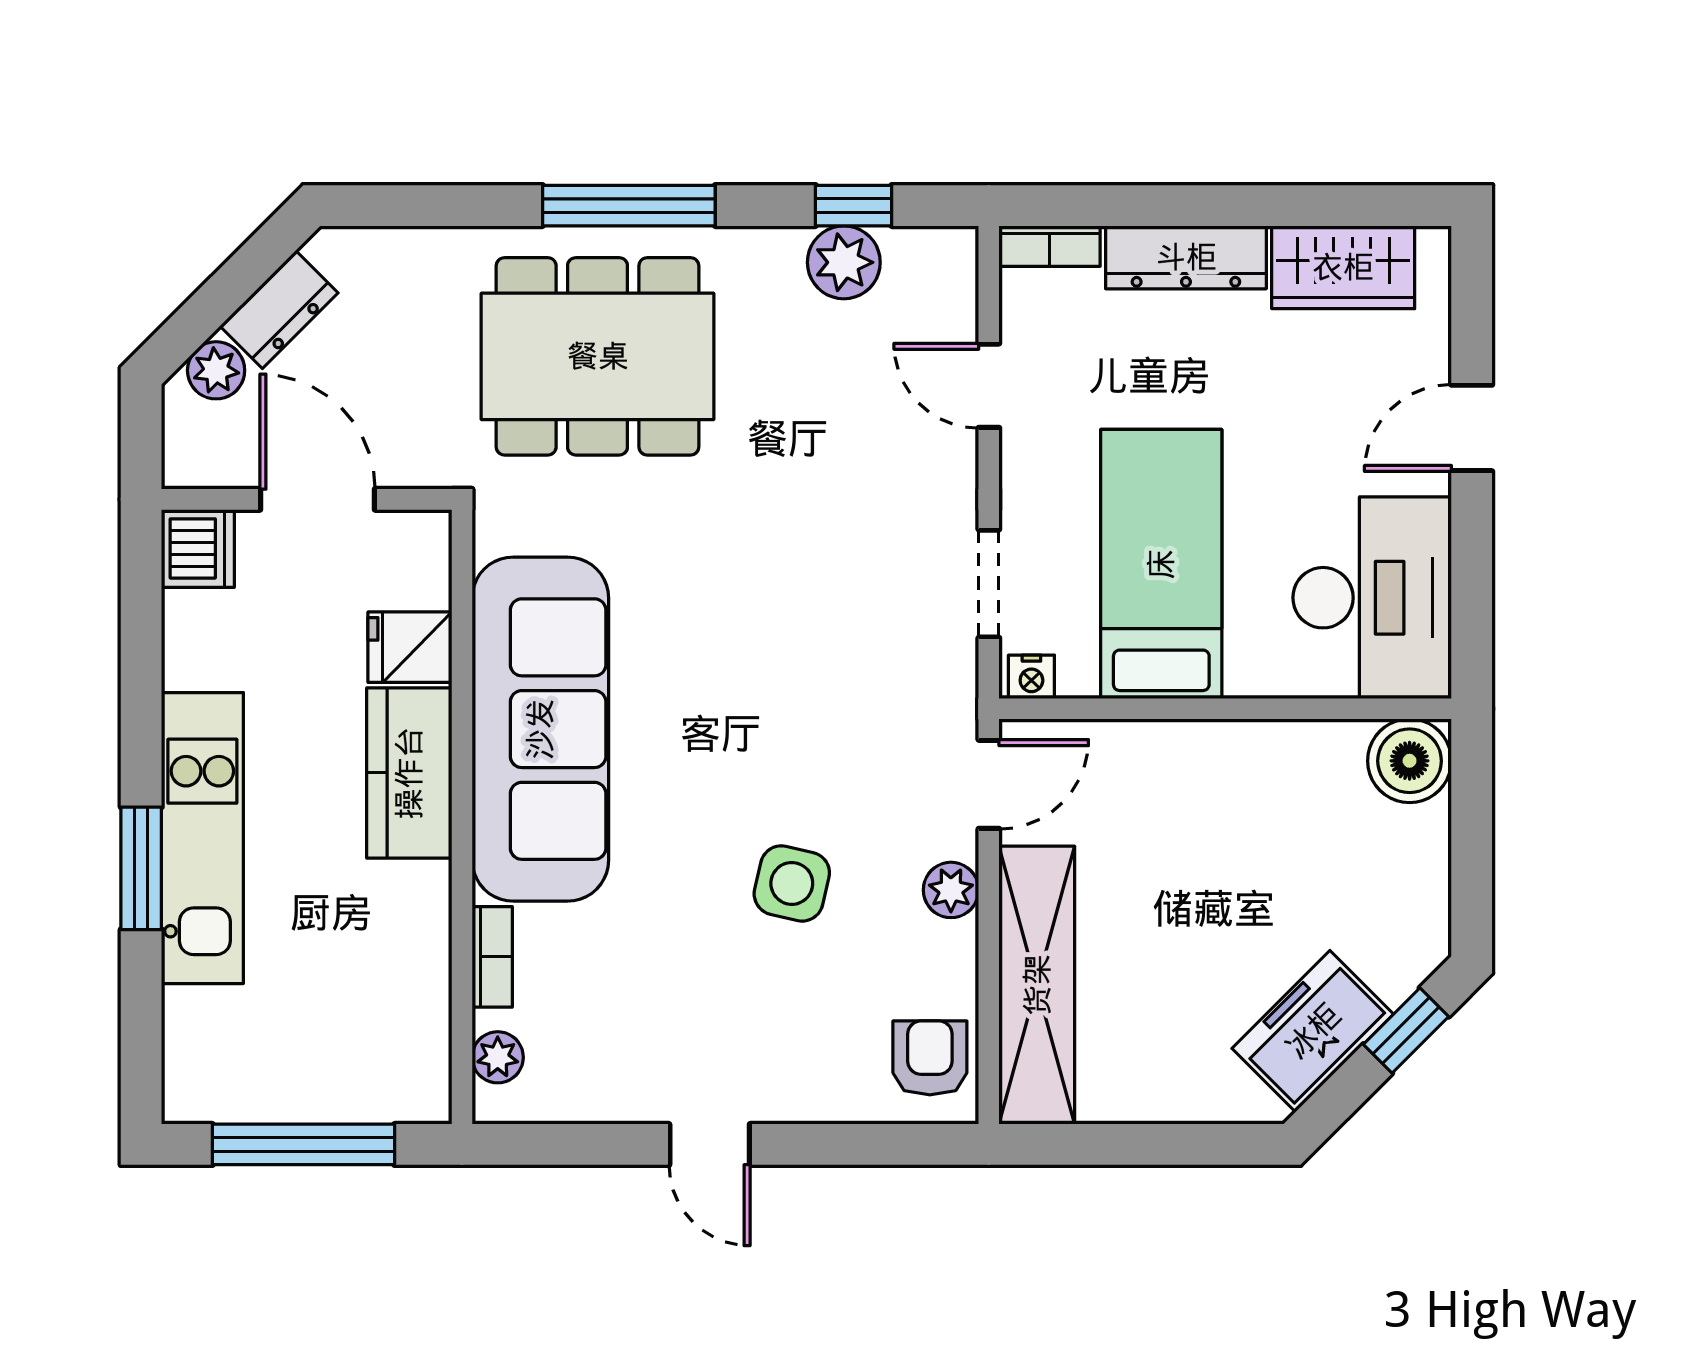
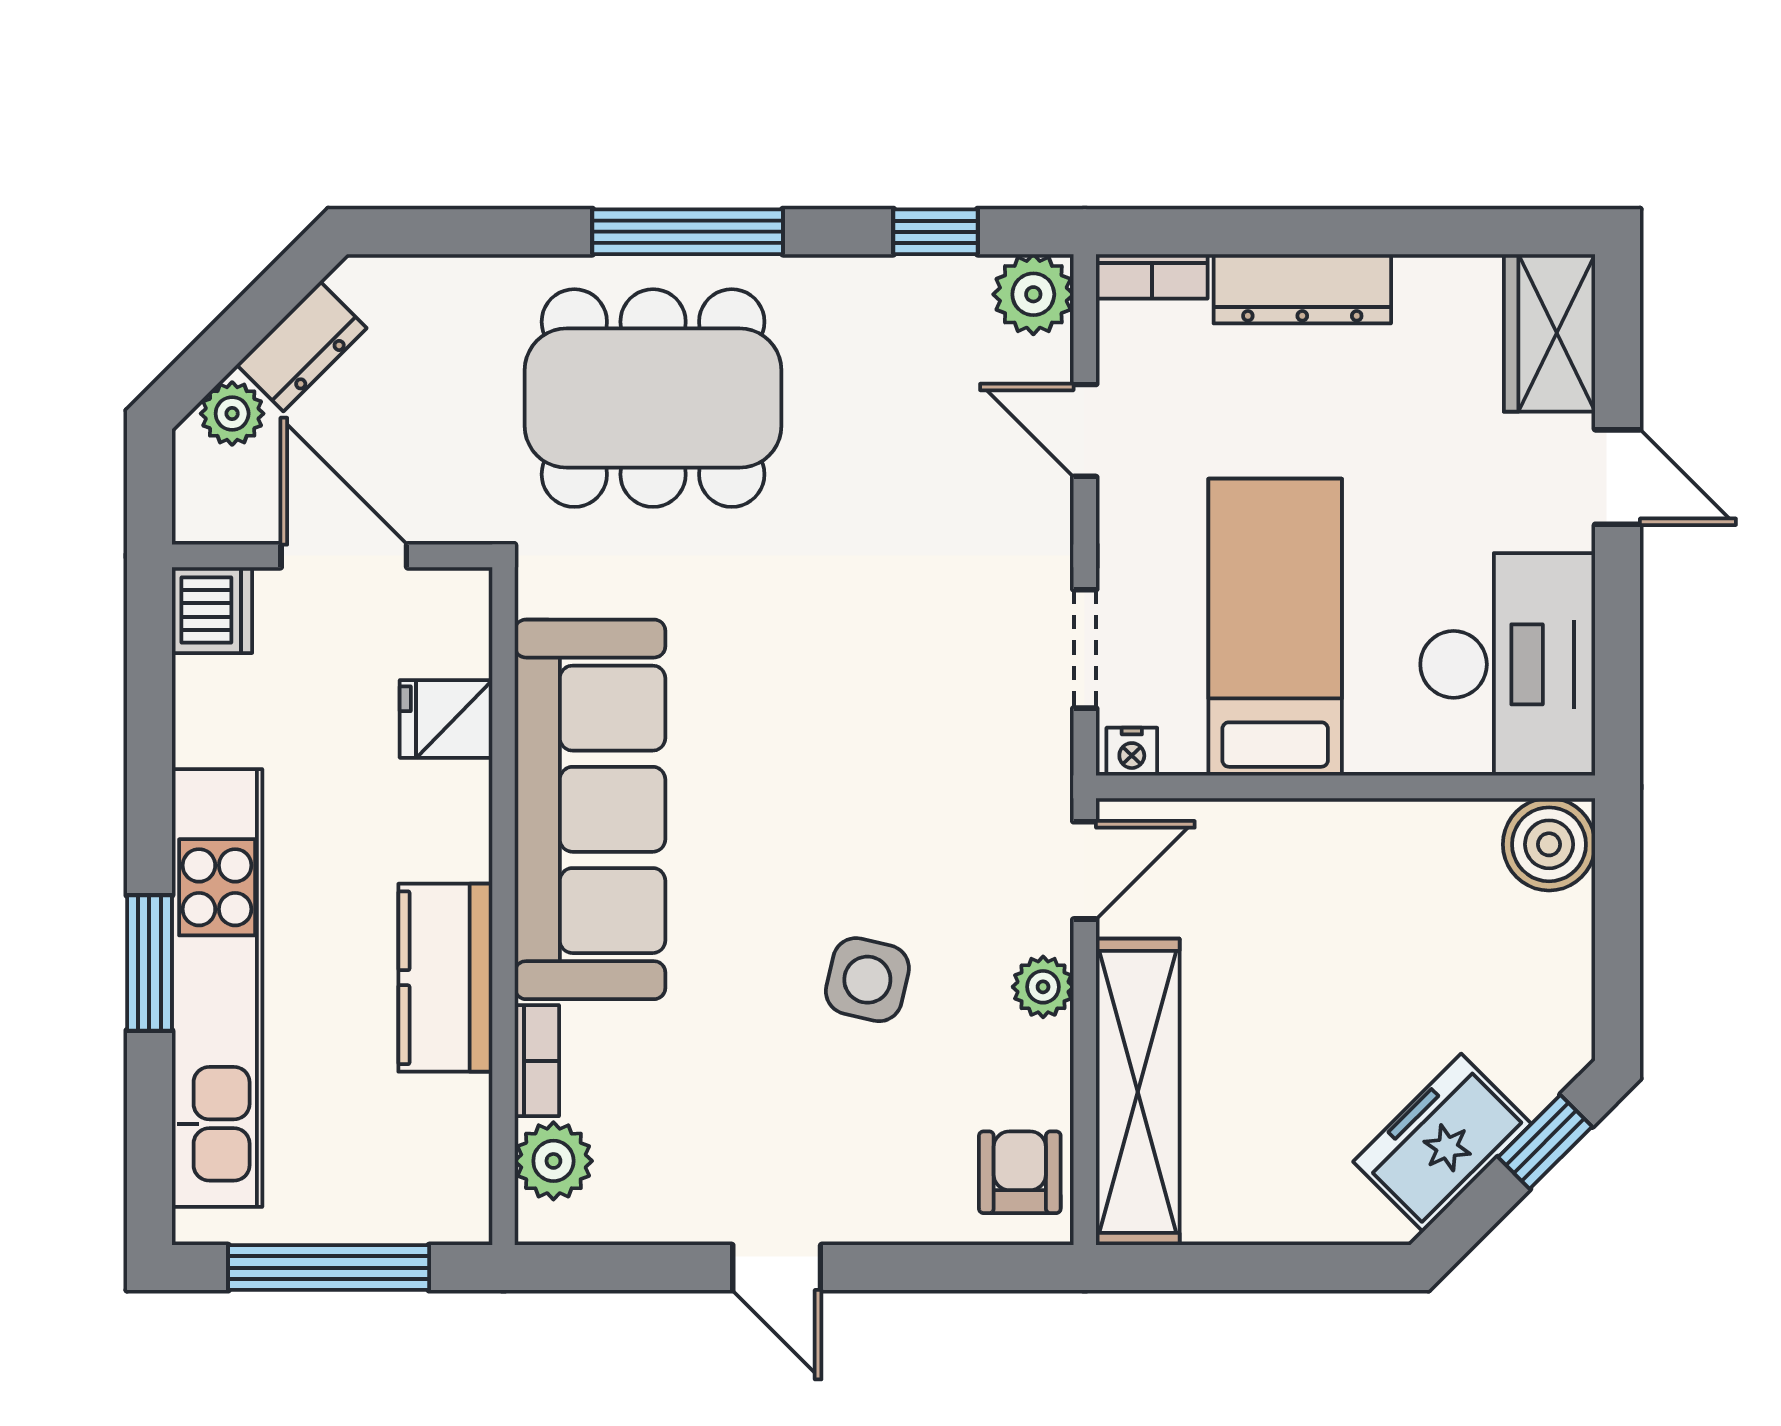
plant: (844, 262) -> (1033, 294), moved
wardrobe: (1343, 267) -> (1550, 333), moved, turned 90
door: (1472, 428) -> (1618, 477), swing flipped
kitchen counter: (409, 773) -> (445, 978), moved
kitchen unit: (202, 838) -> (217, 988), width x1.36
plant: (498, 1057) -> (553, 1161), width x1.38, depth x1.38

